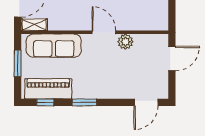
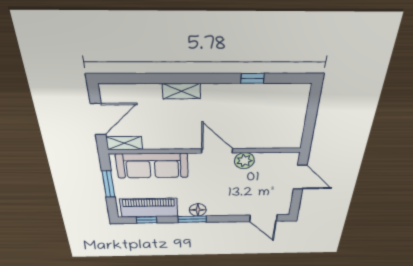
door: (172, 58) -> (300, 177), hinge flipped
floor lamp: (89, 92) -> (198, 210), added
door: (146, 102) -> (263, 218), hinge flipped

